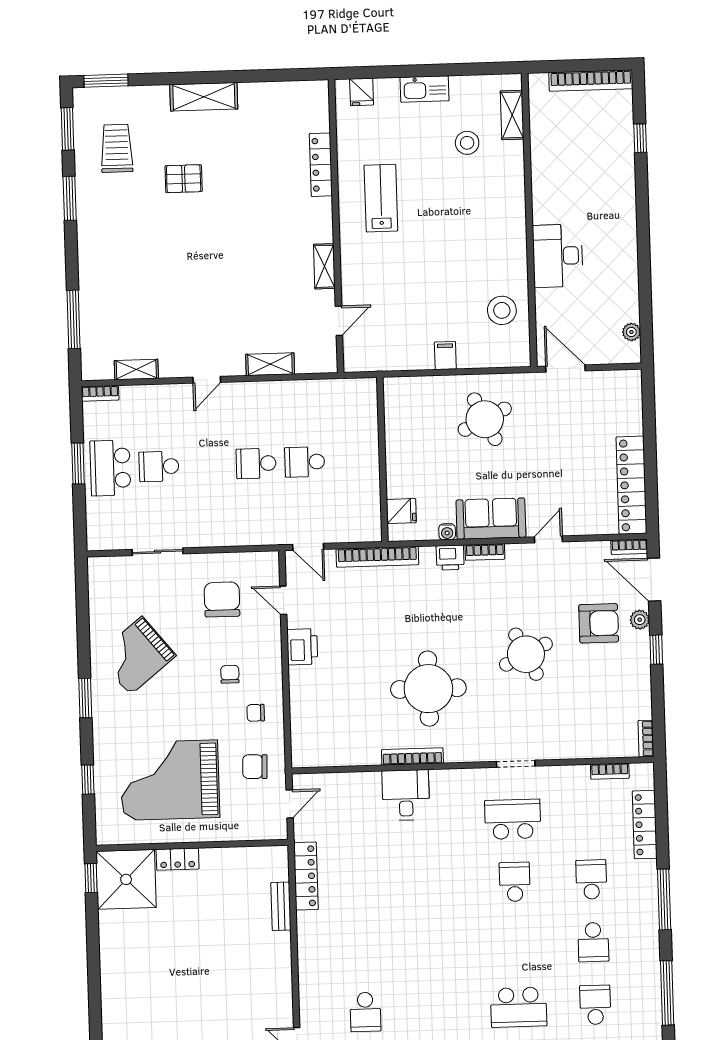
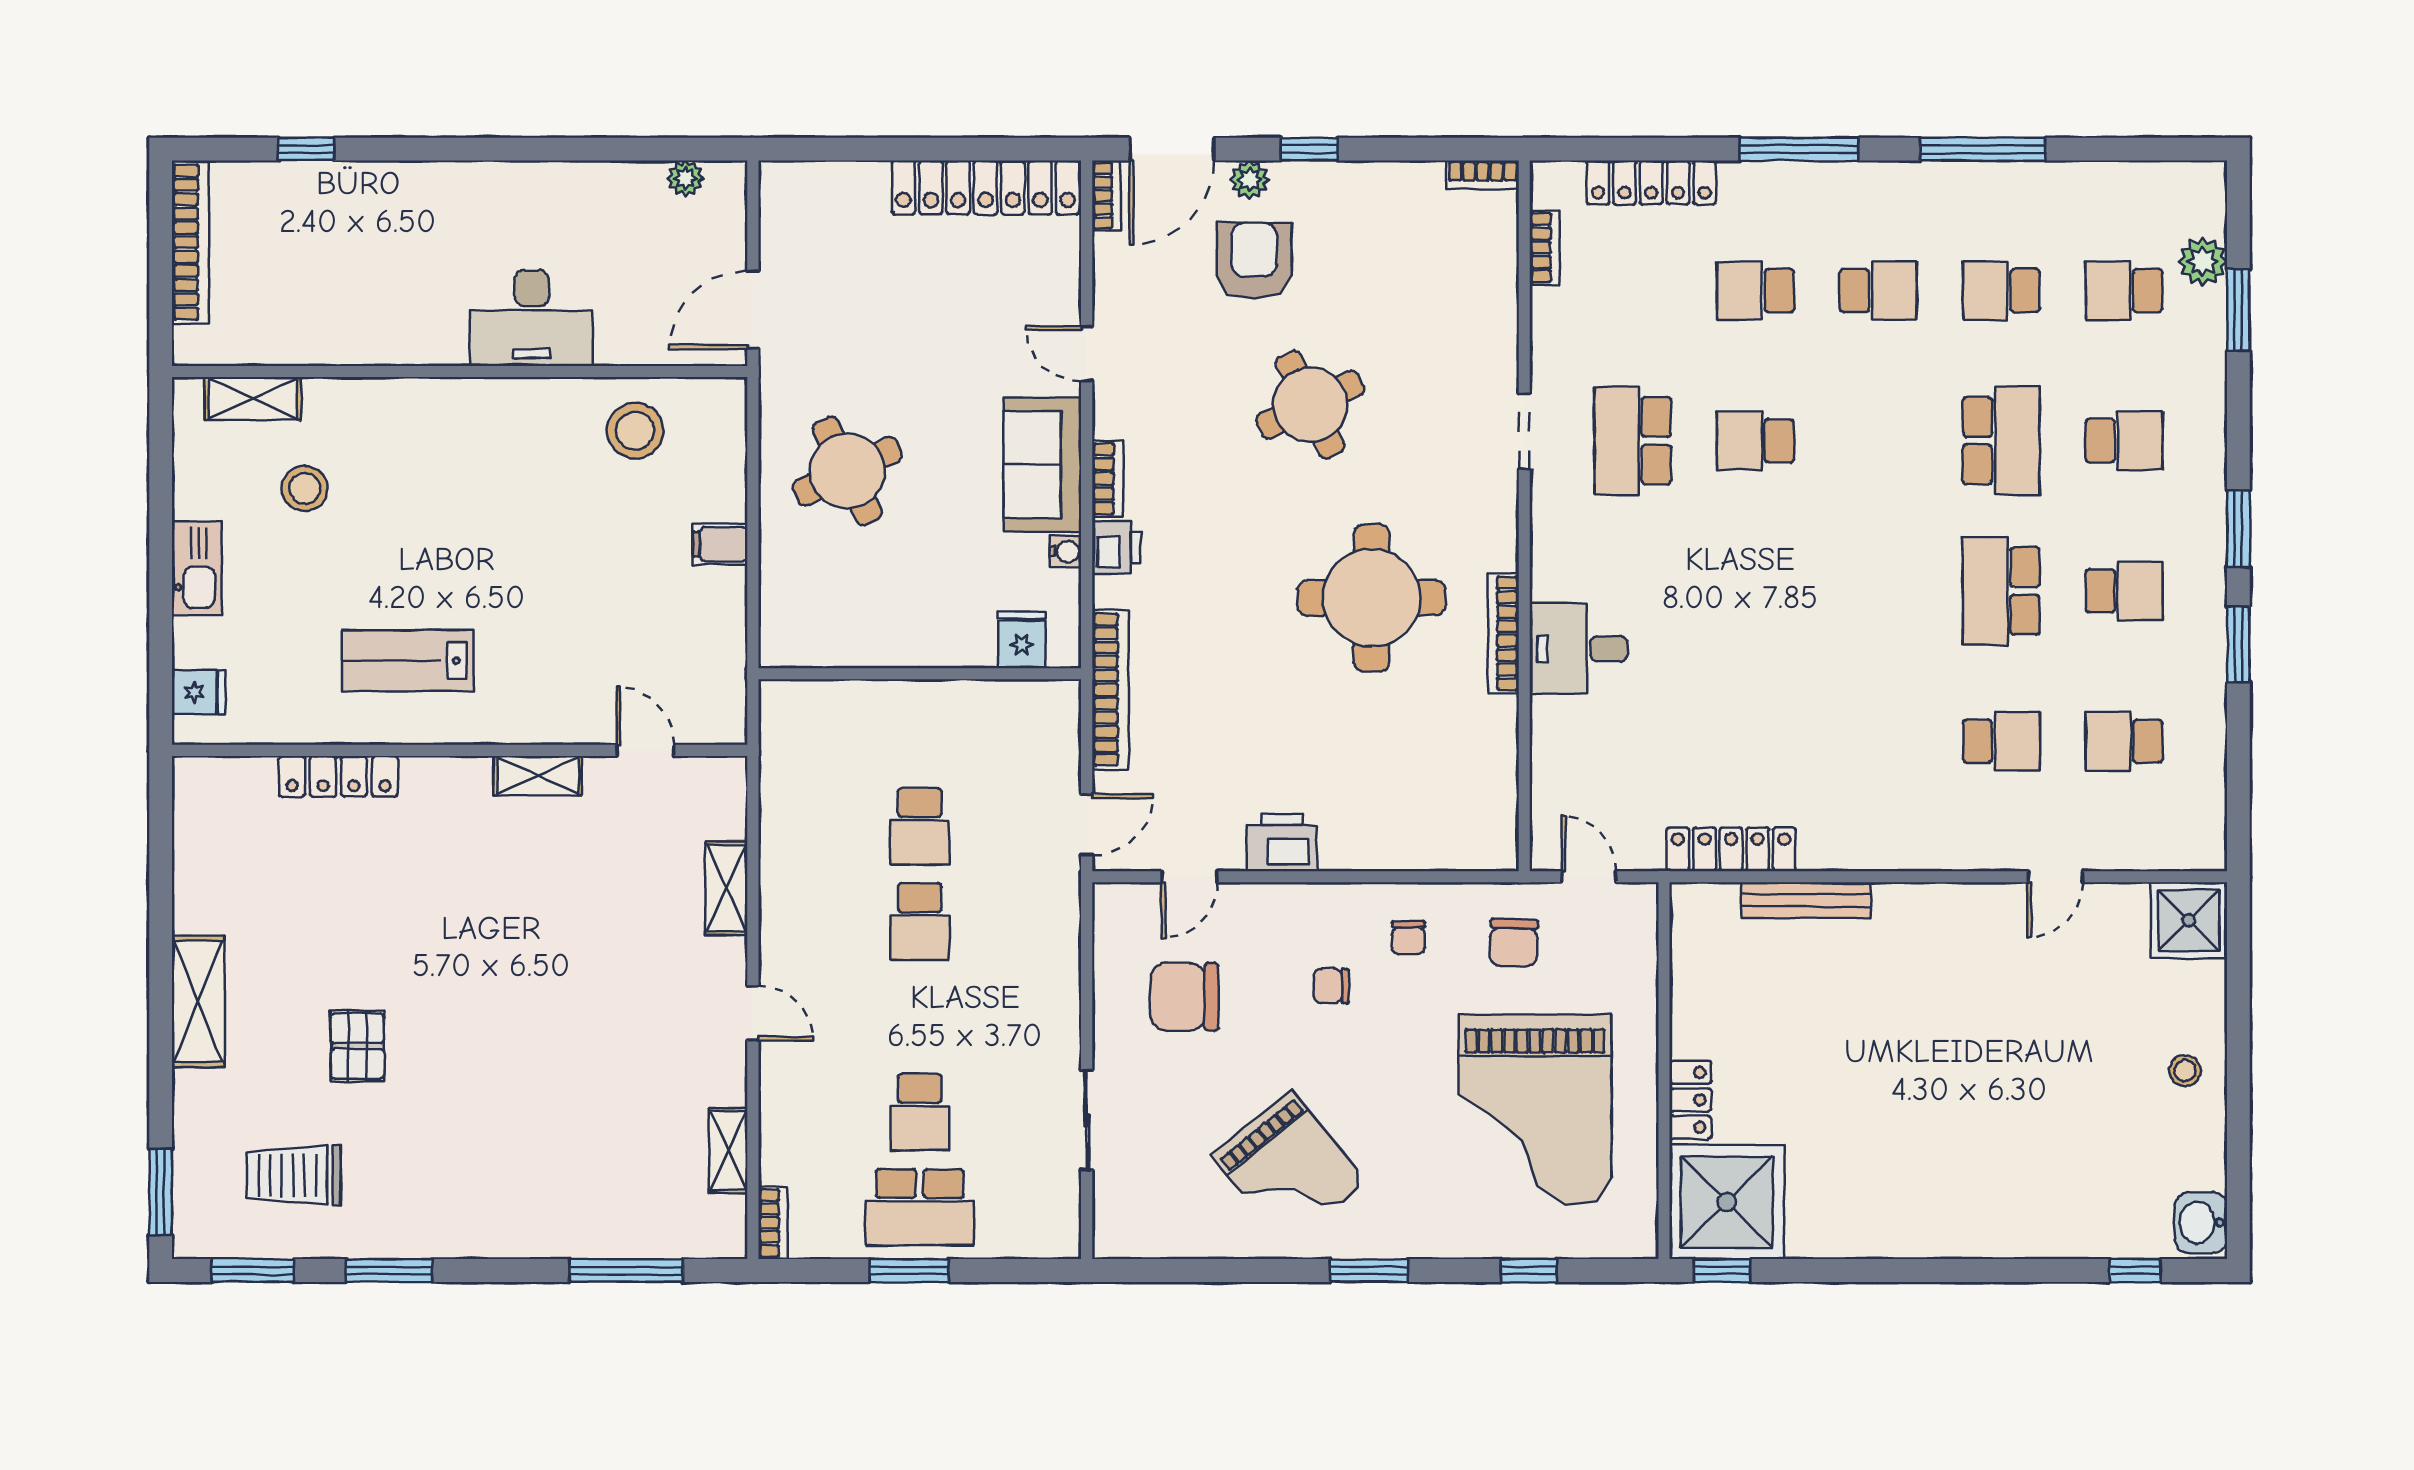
bench: (281, 906) -> (1806, 900), width x1.36
school desk: (442, 1010) -> (2001, 591), added

